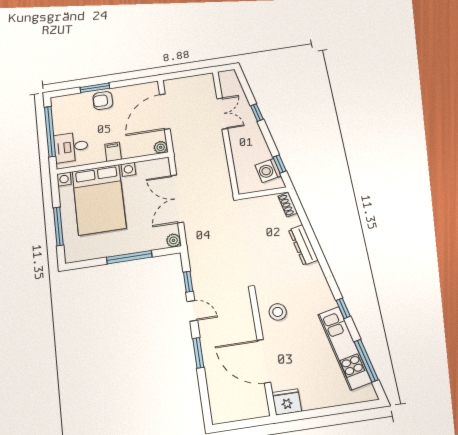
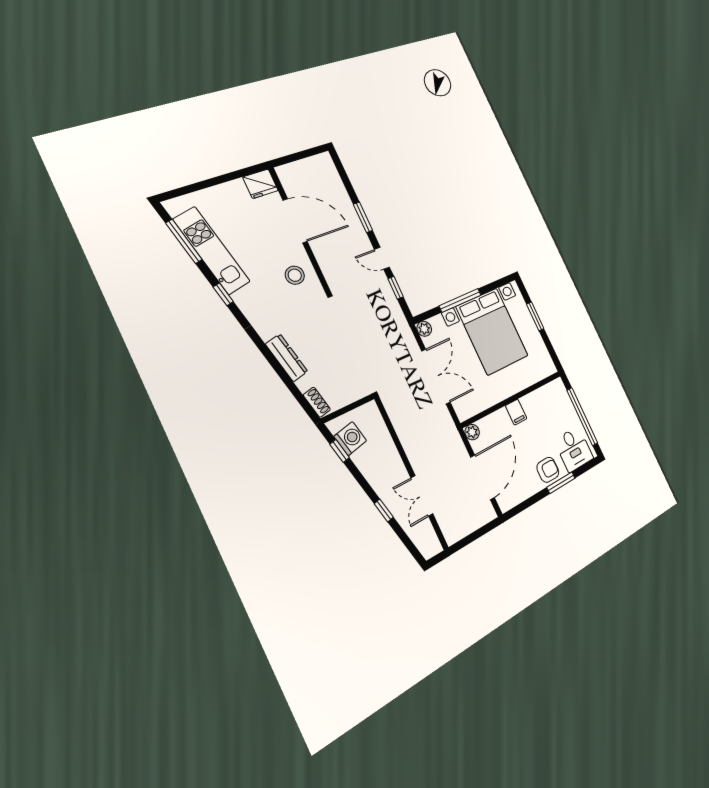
desk: (71, 147) -> (574, 449), moved, turned 90
bed with nightstands: (99, 200) -> (492, 331), moved, turned 180
window: (58, 226) -> (535, 316), width x0.69

